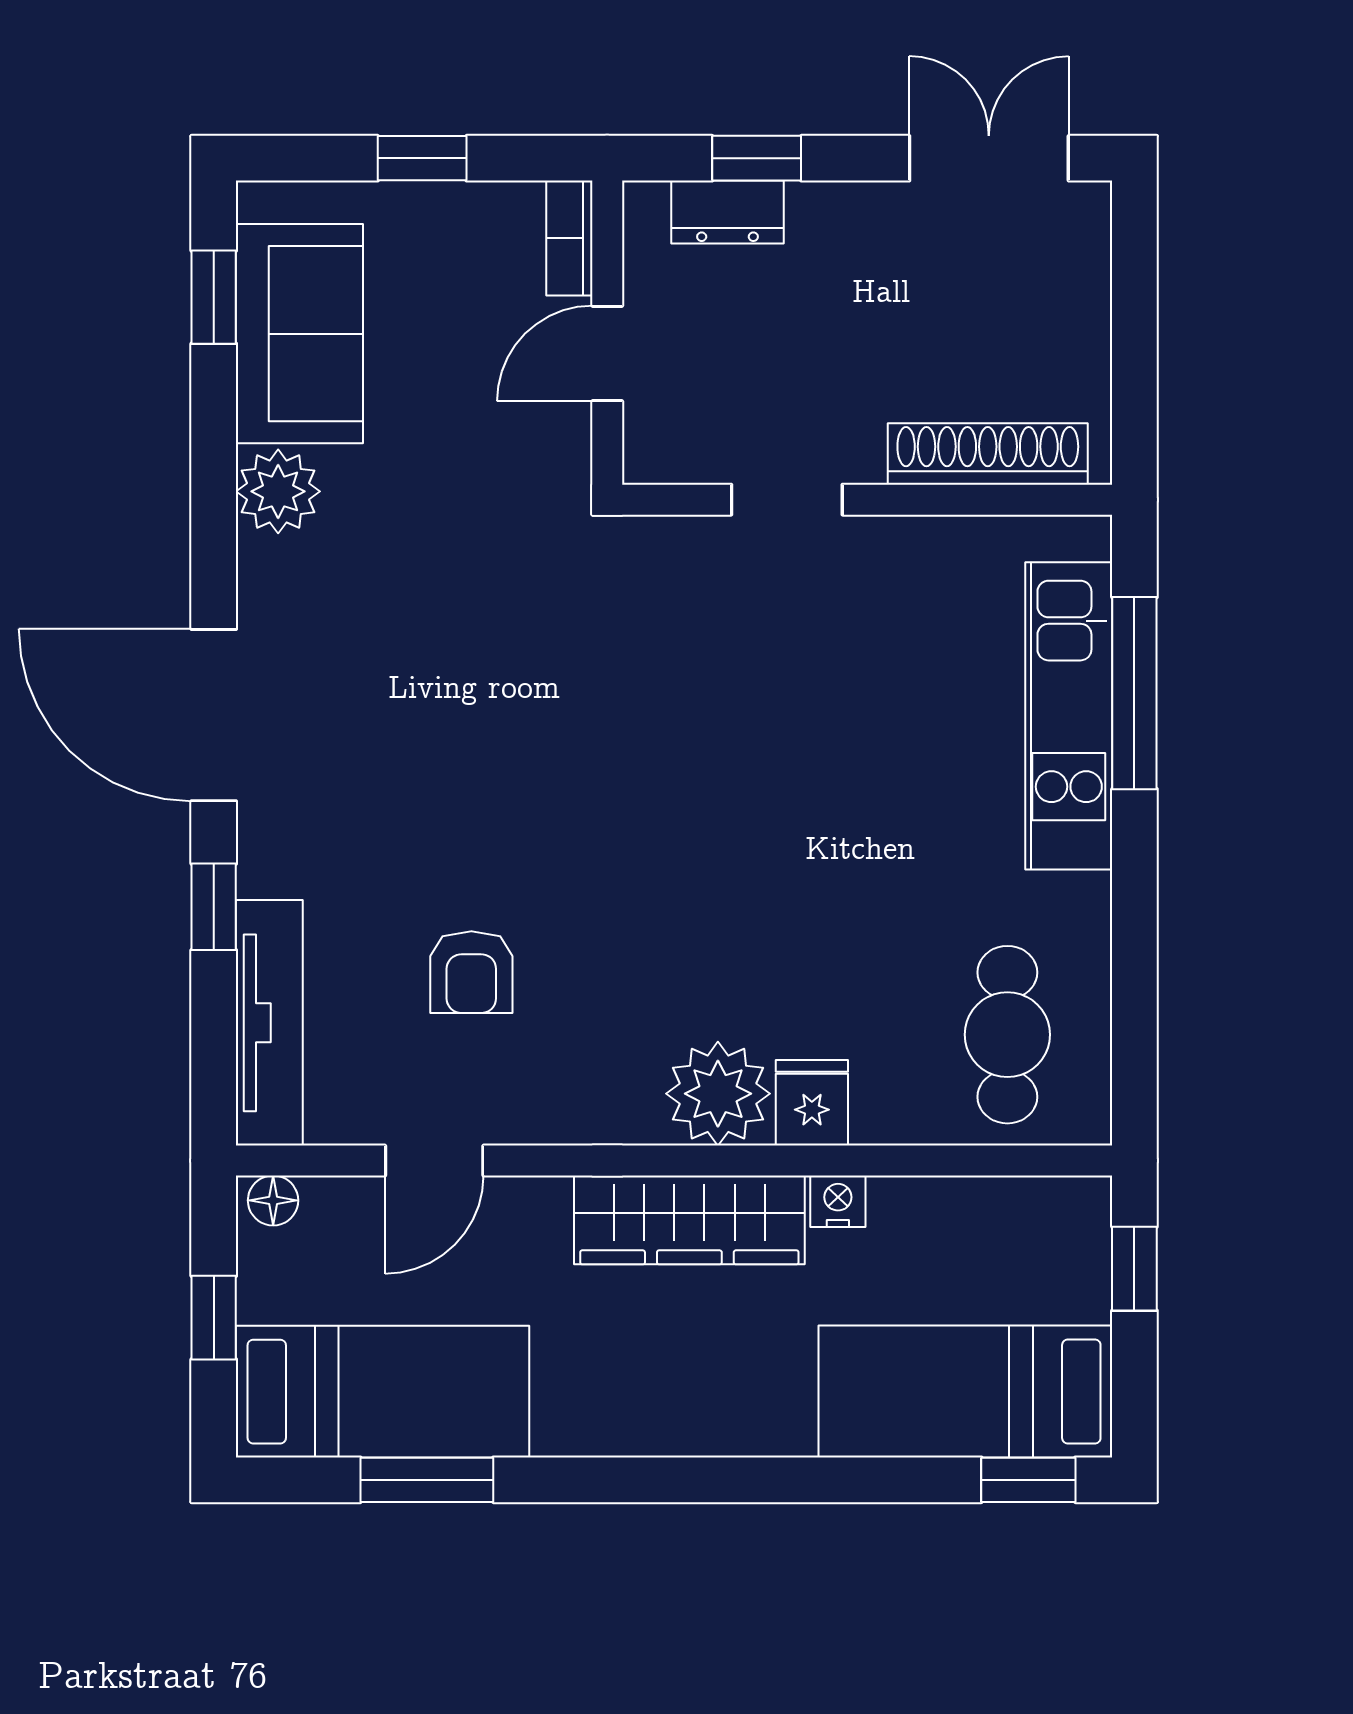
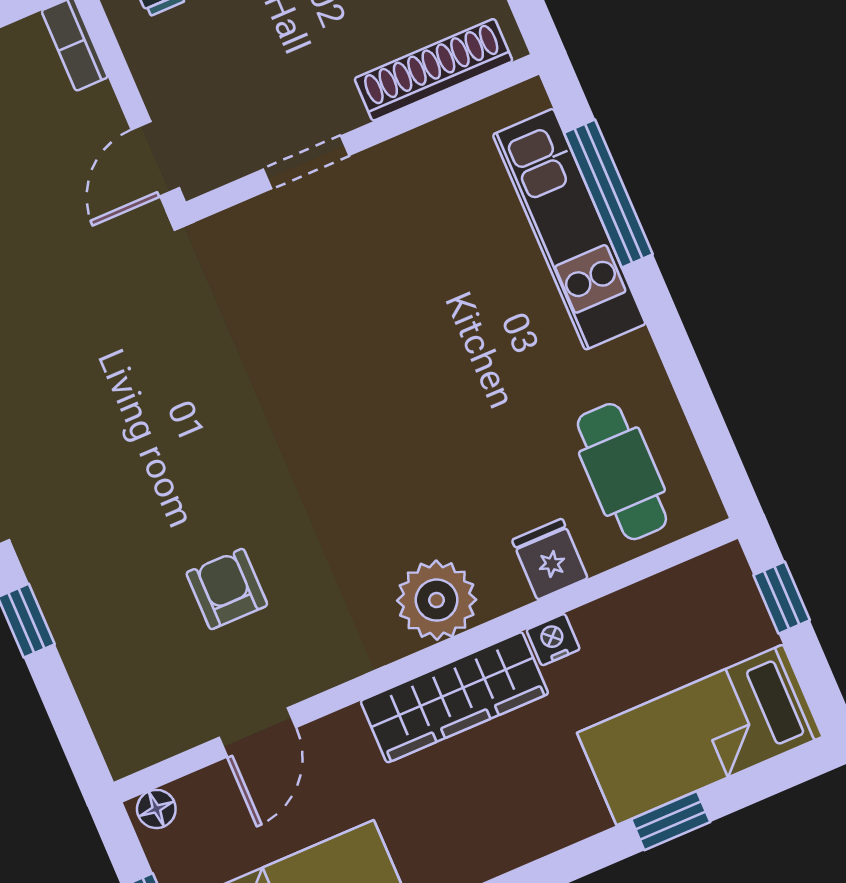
door: (607, 353) -> (155, 159), moved
armchair: (471, 972) -> (227, 589), turned 180
tv unit: (269, 1023) -> (100, 685), removed
fridge: (812, 1103) -> (550, 559), moved
window: (1028, 1480) -> (671, 821), moved

